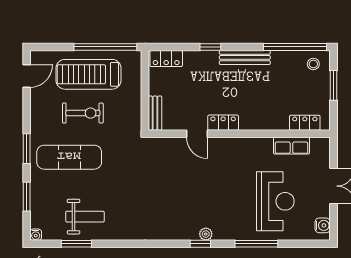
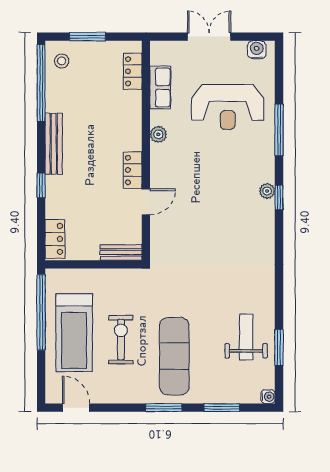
plant: (253, 144) -> (158, 134), added
reception desk: (275, 201) -> (228, 107), turned 180

